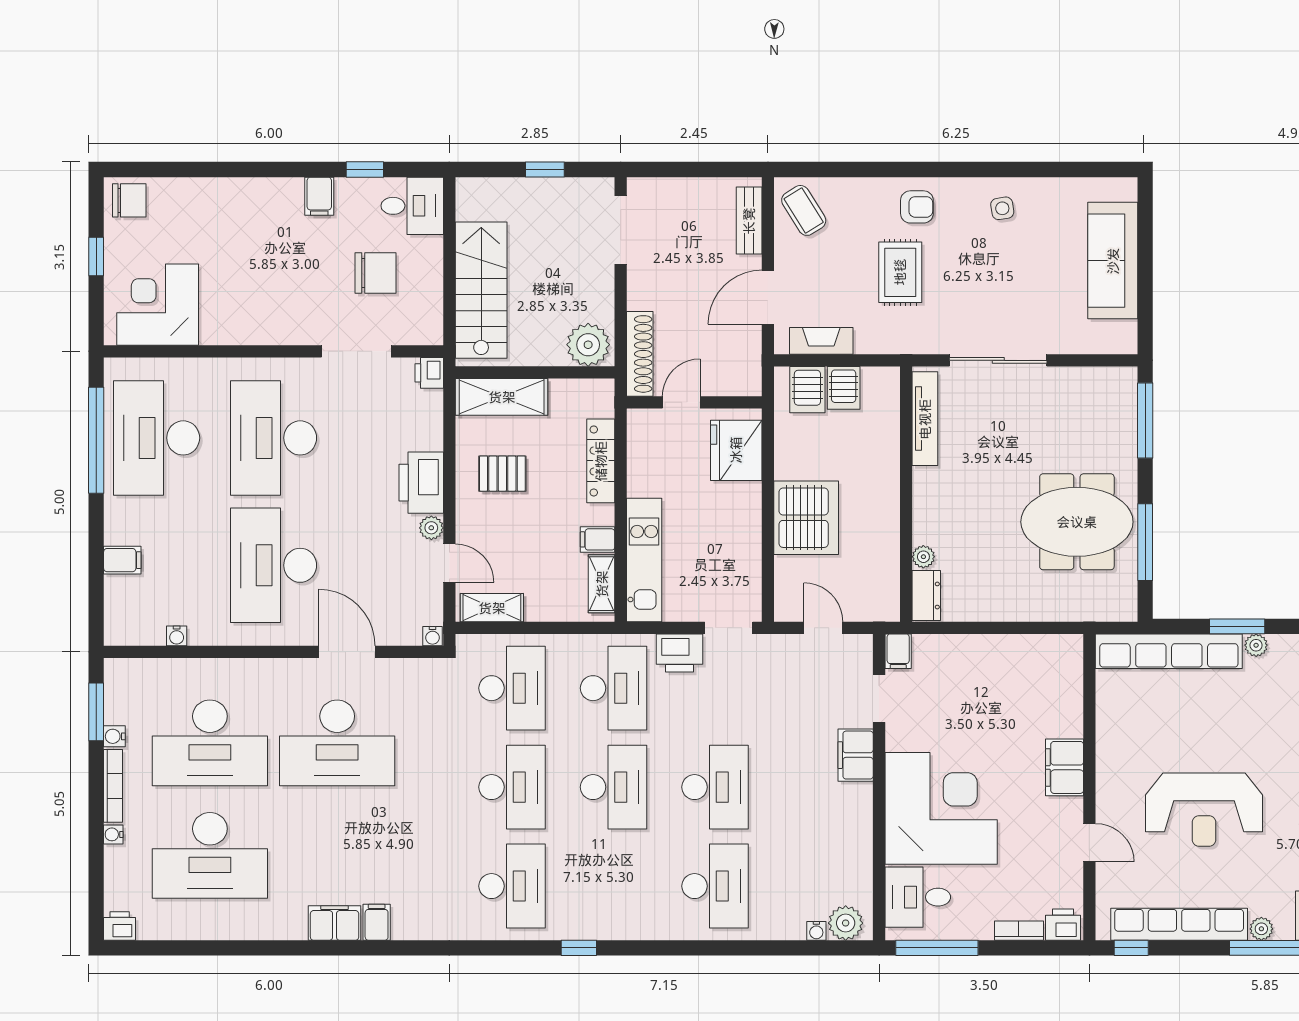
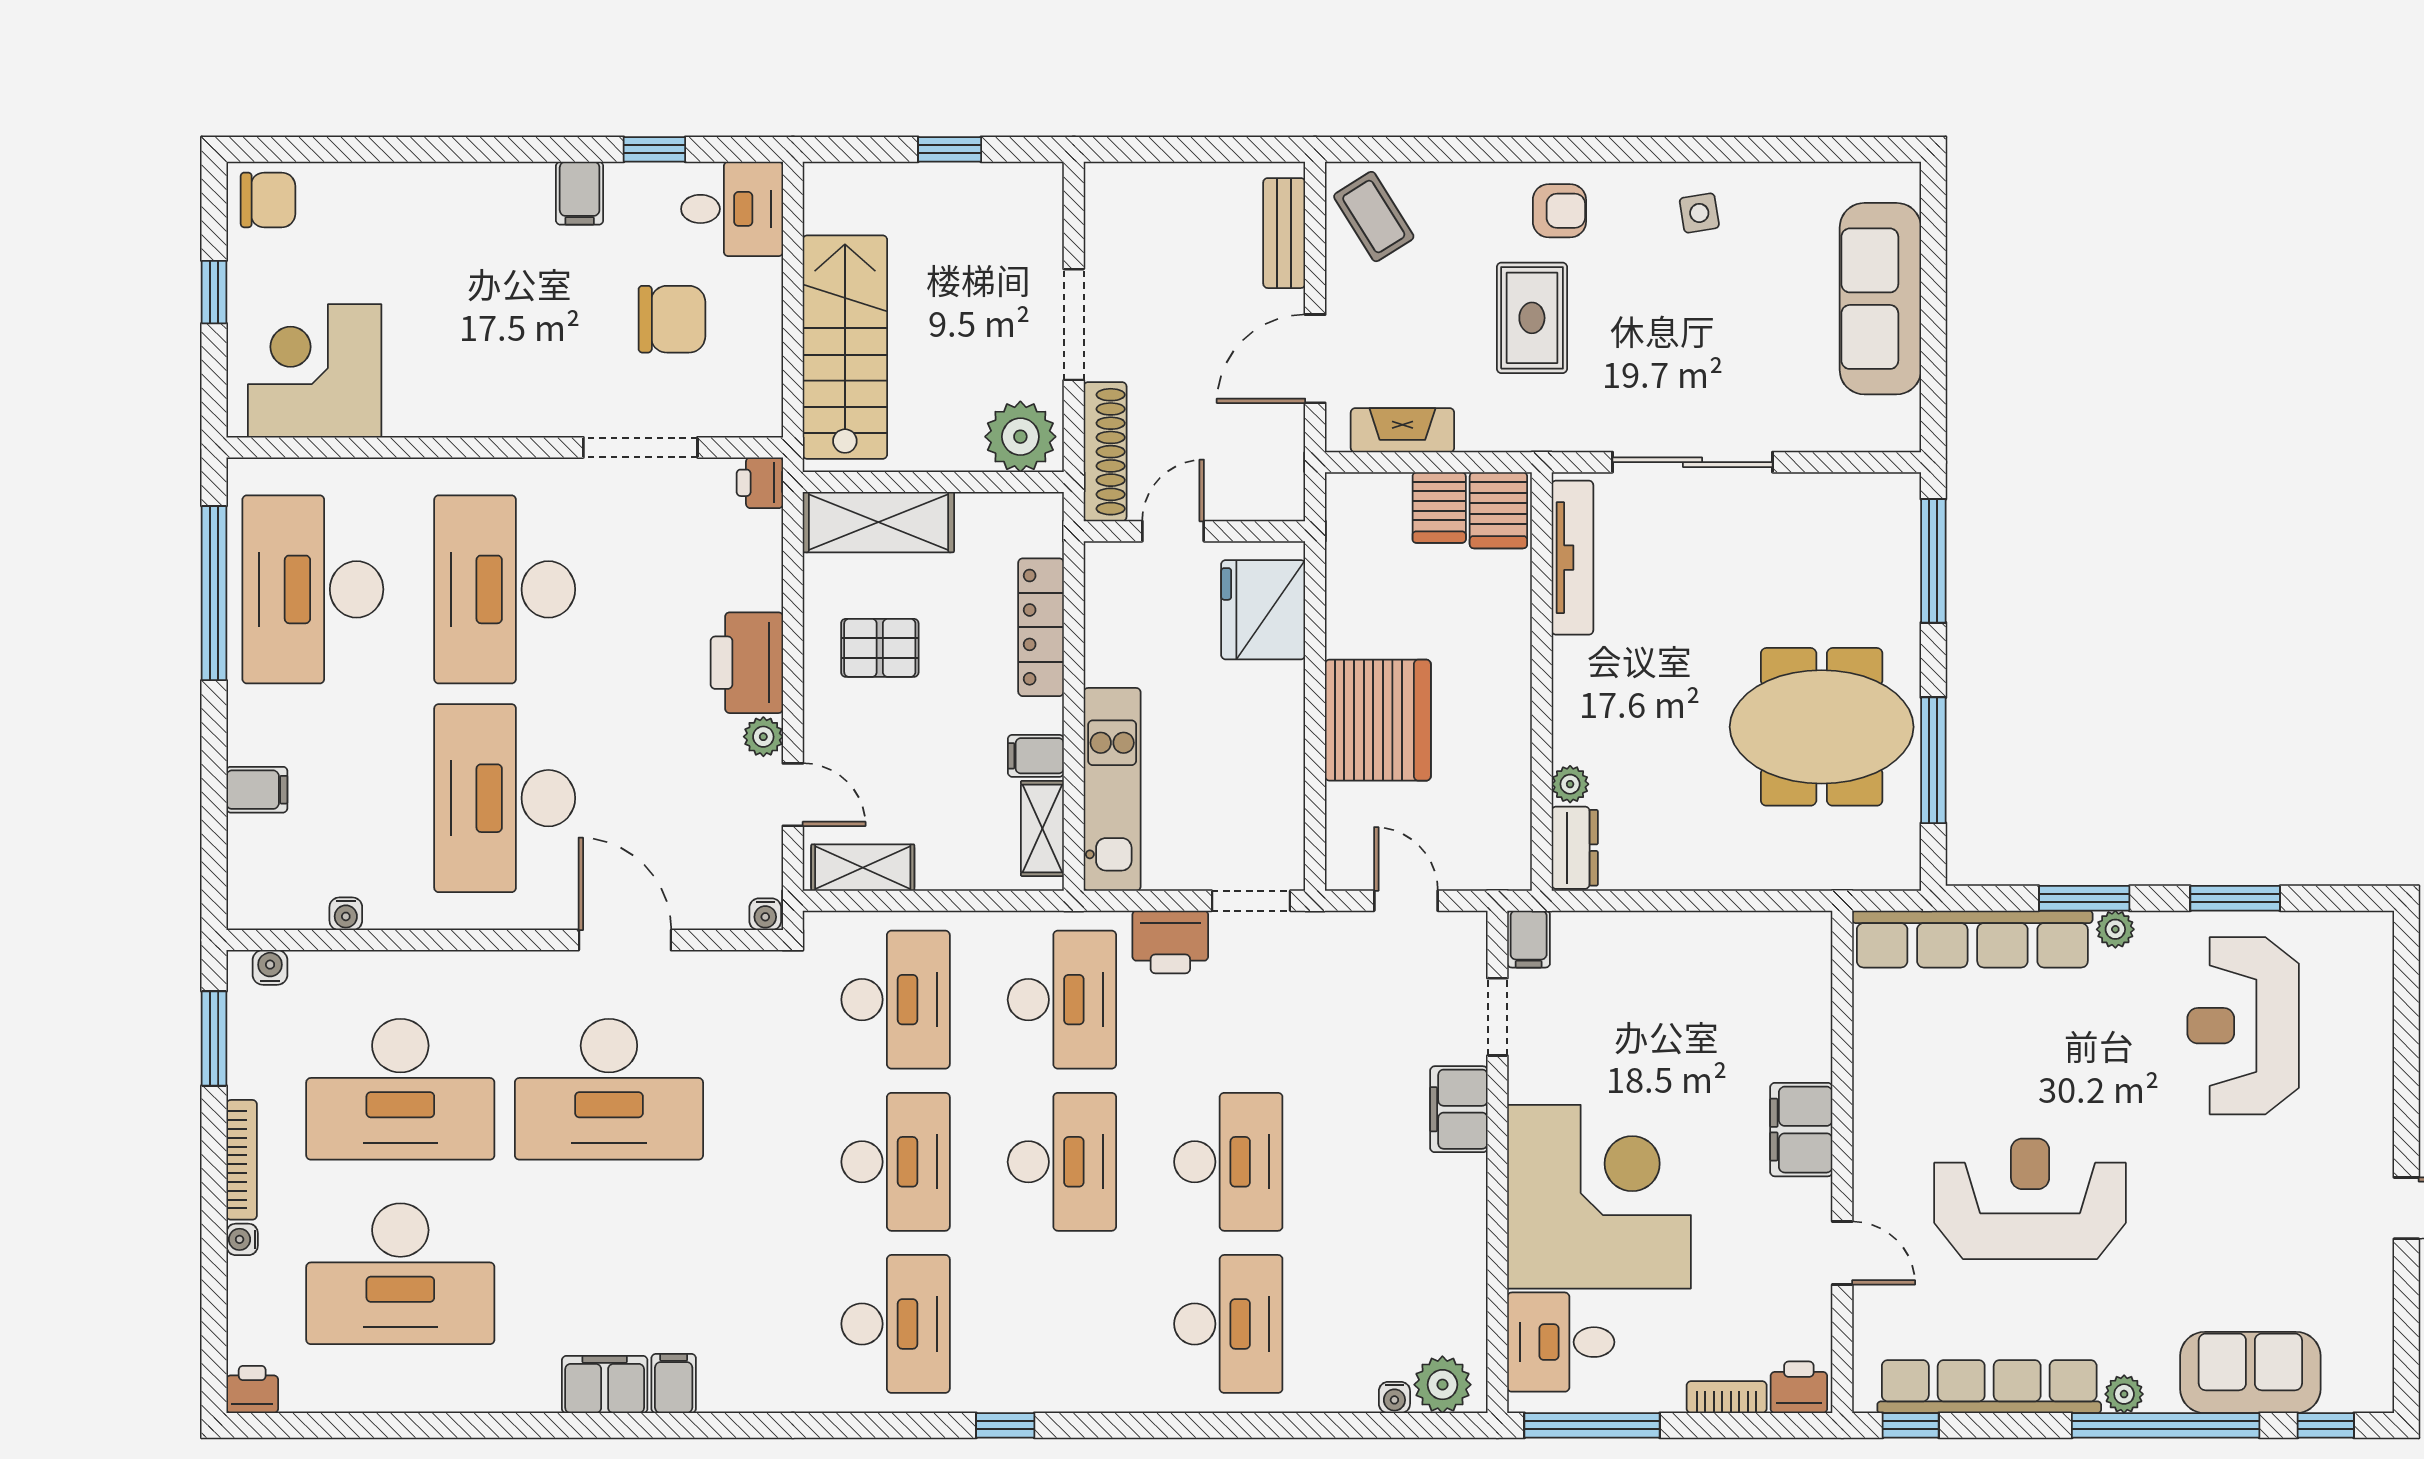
doorway: (621, 230) -> (1074, 325), moved
server rack: (807, 390) -> (1498, 510), moved
water cooler: (114, 736) -> (270, 967), moved, turned 90
reception desk: (1204, 810) -> (2030, 1199), turned 180

